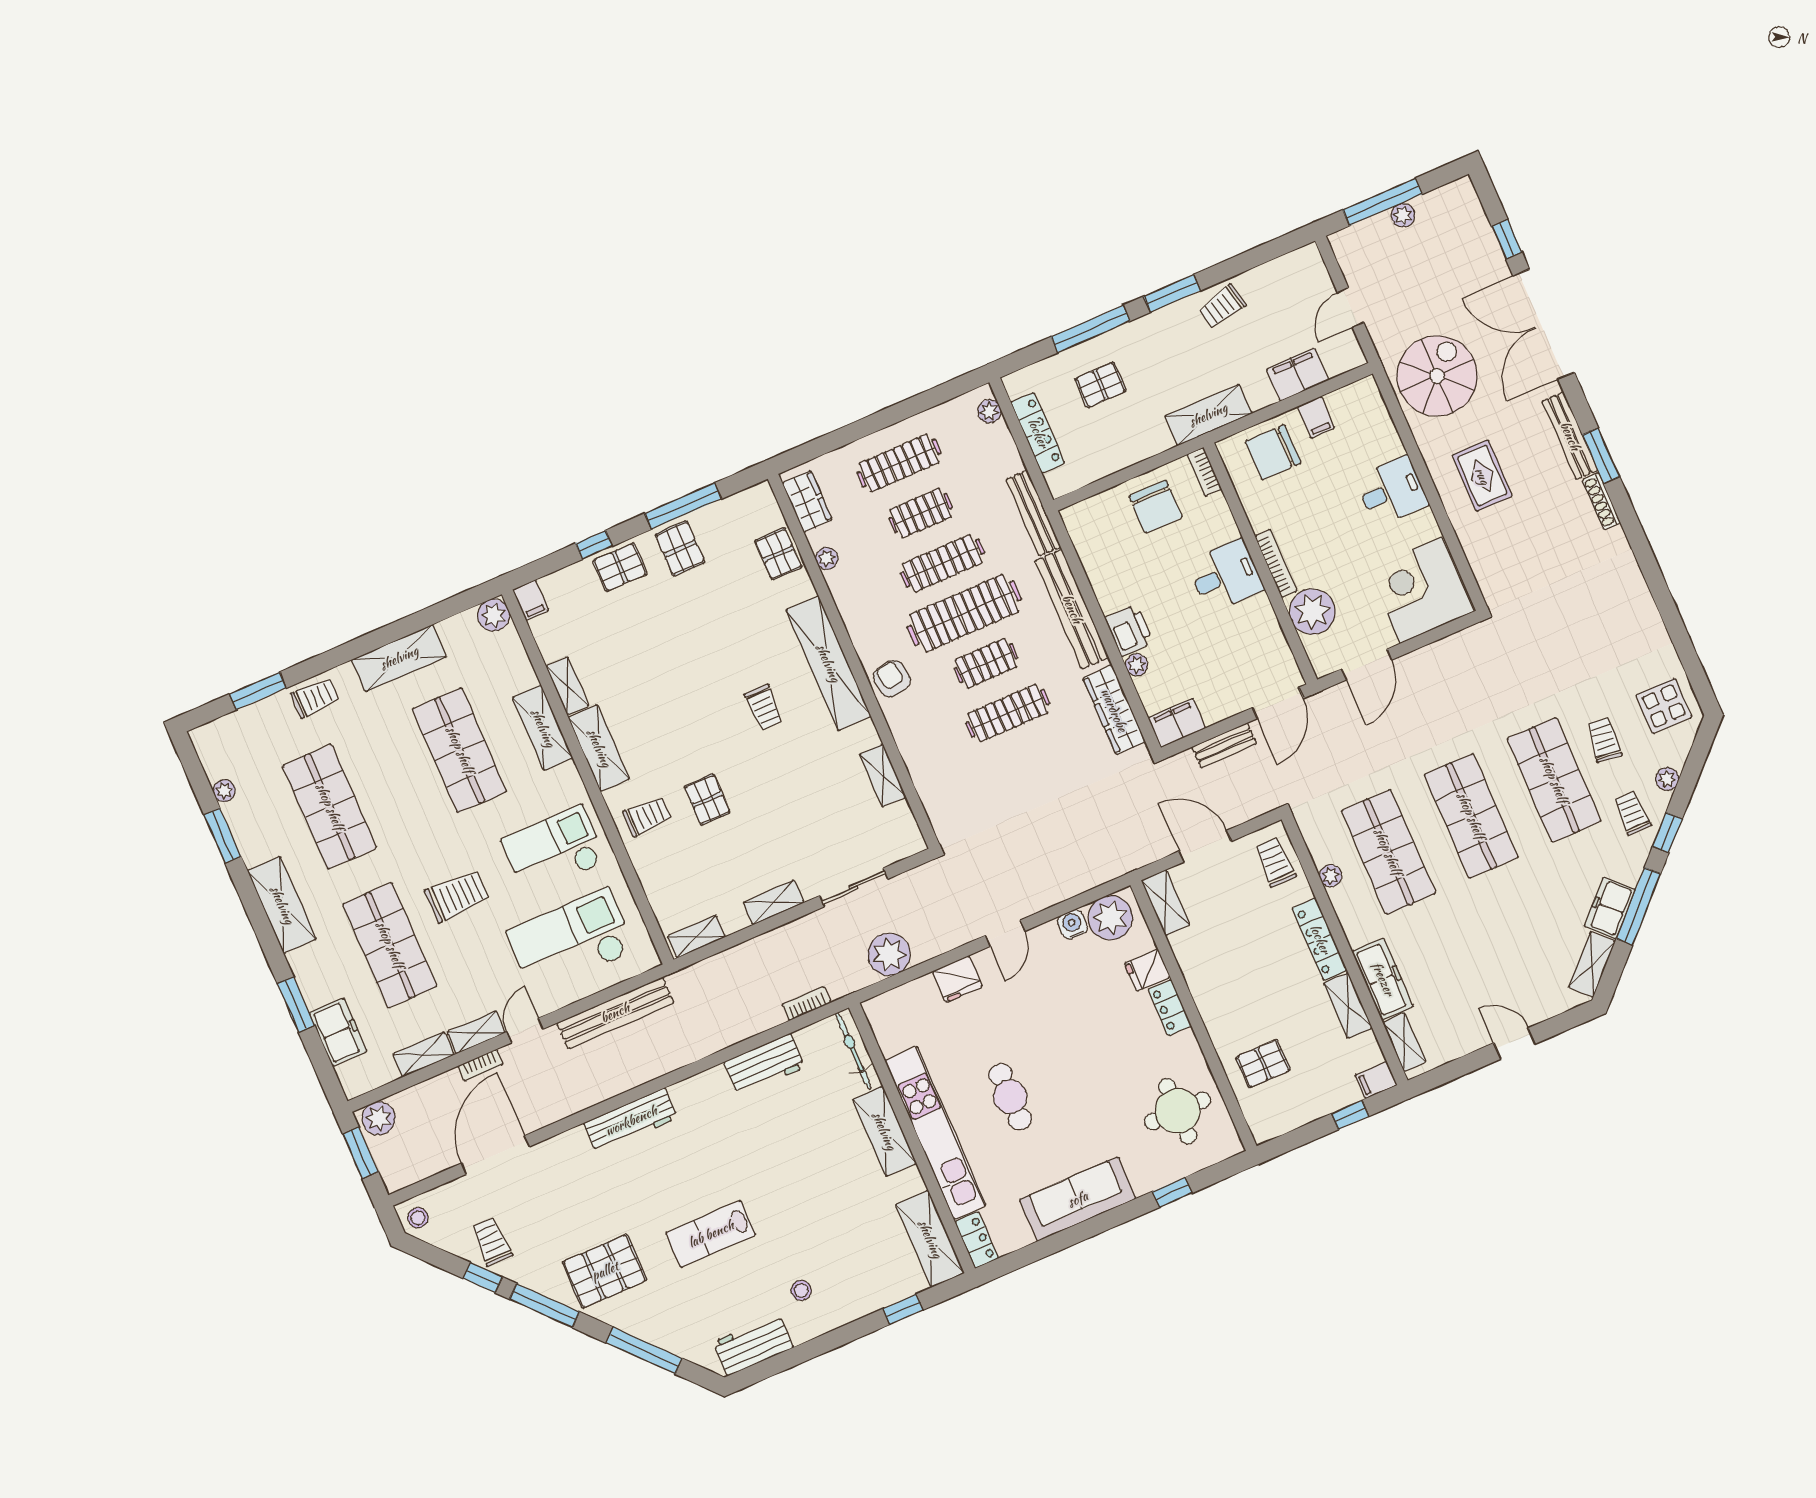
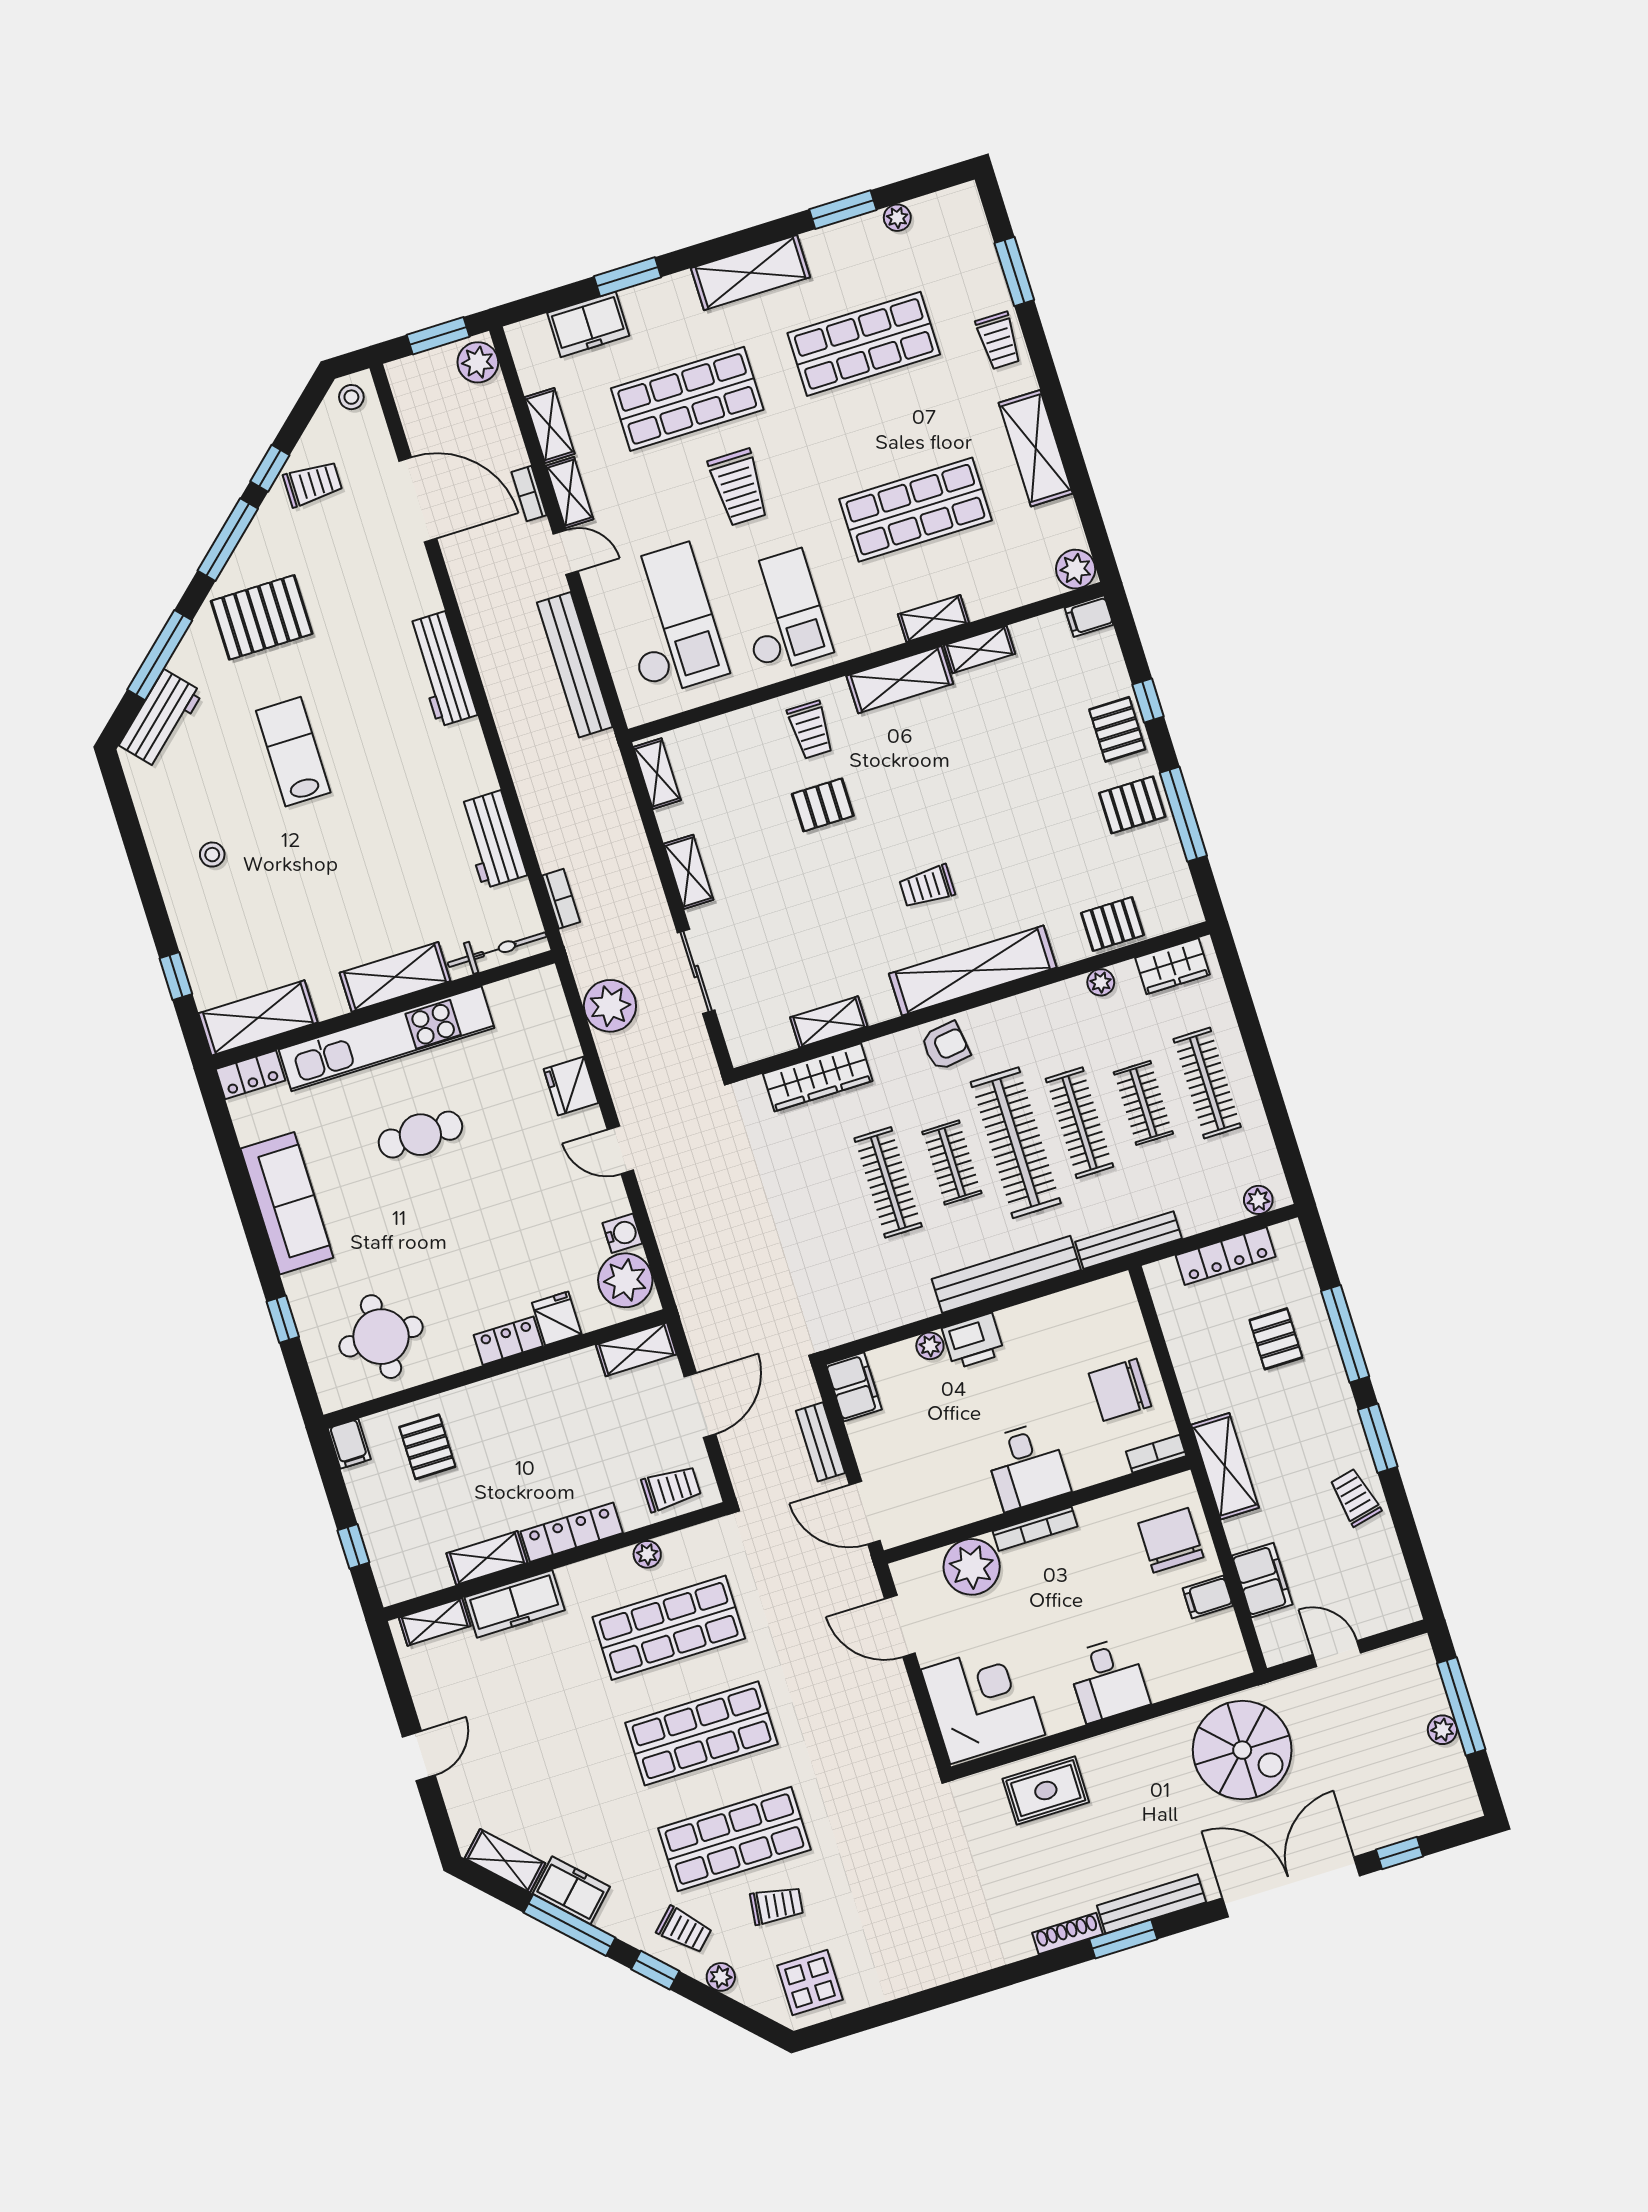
rug: (1482, 476) -> (1046, 1790), moved
wardrobe: (1114, 710) -> (818, 1077), moved, turned 180
shelving: (543, 728) -> (933, 618), width x0.67, depth x0.75
trolley: (1632, 813) -> (684, 1930), turned 45
filing cabinet: (1376, 1080) -> (349, 1444), moved, turned 180
pallet: (605, 1271) -> (262, 617), turned 90
workbench: (753, 1345) -> (161, 719), moved, turned 48

